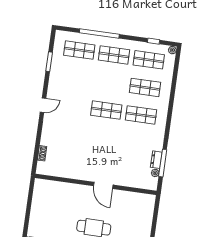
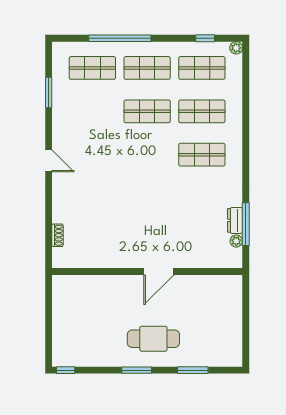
door: (43, 105) -> (49, 161), hinge flipped
shop shelf: (106, 110) -> (147, 111), moved
door: (103, 185) -> (159, 272), hinge flipped

